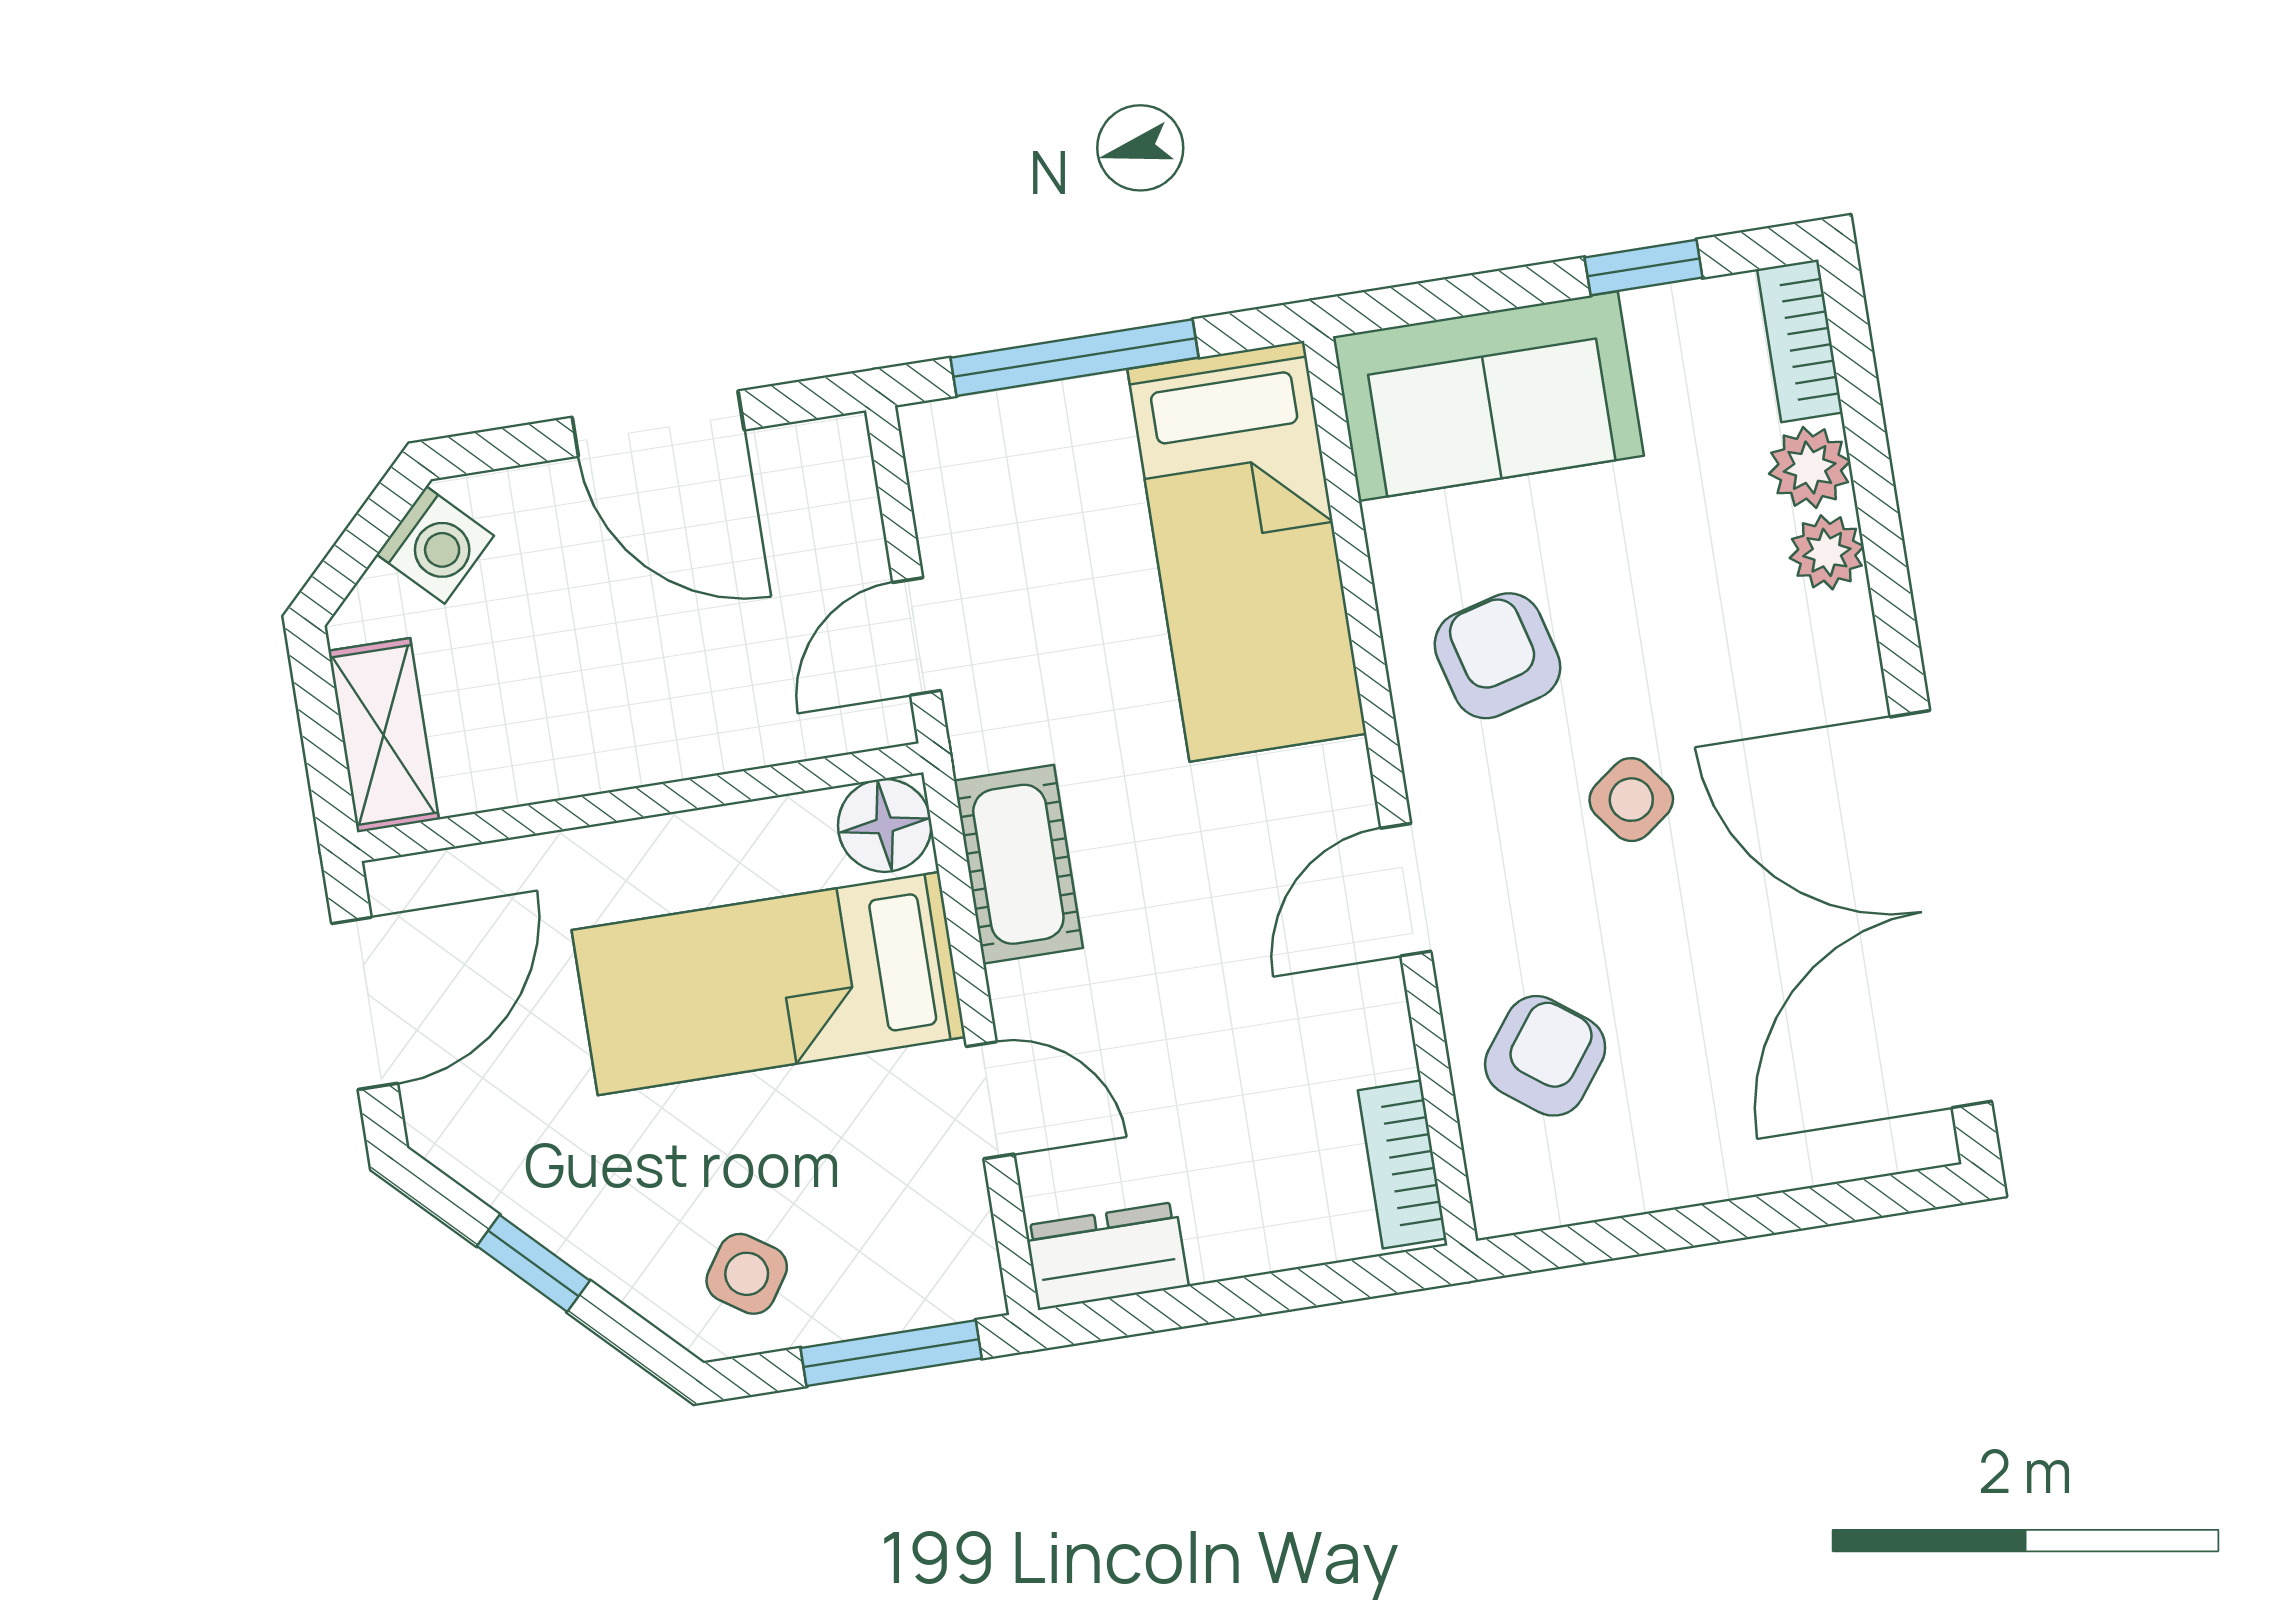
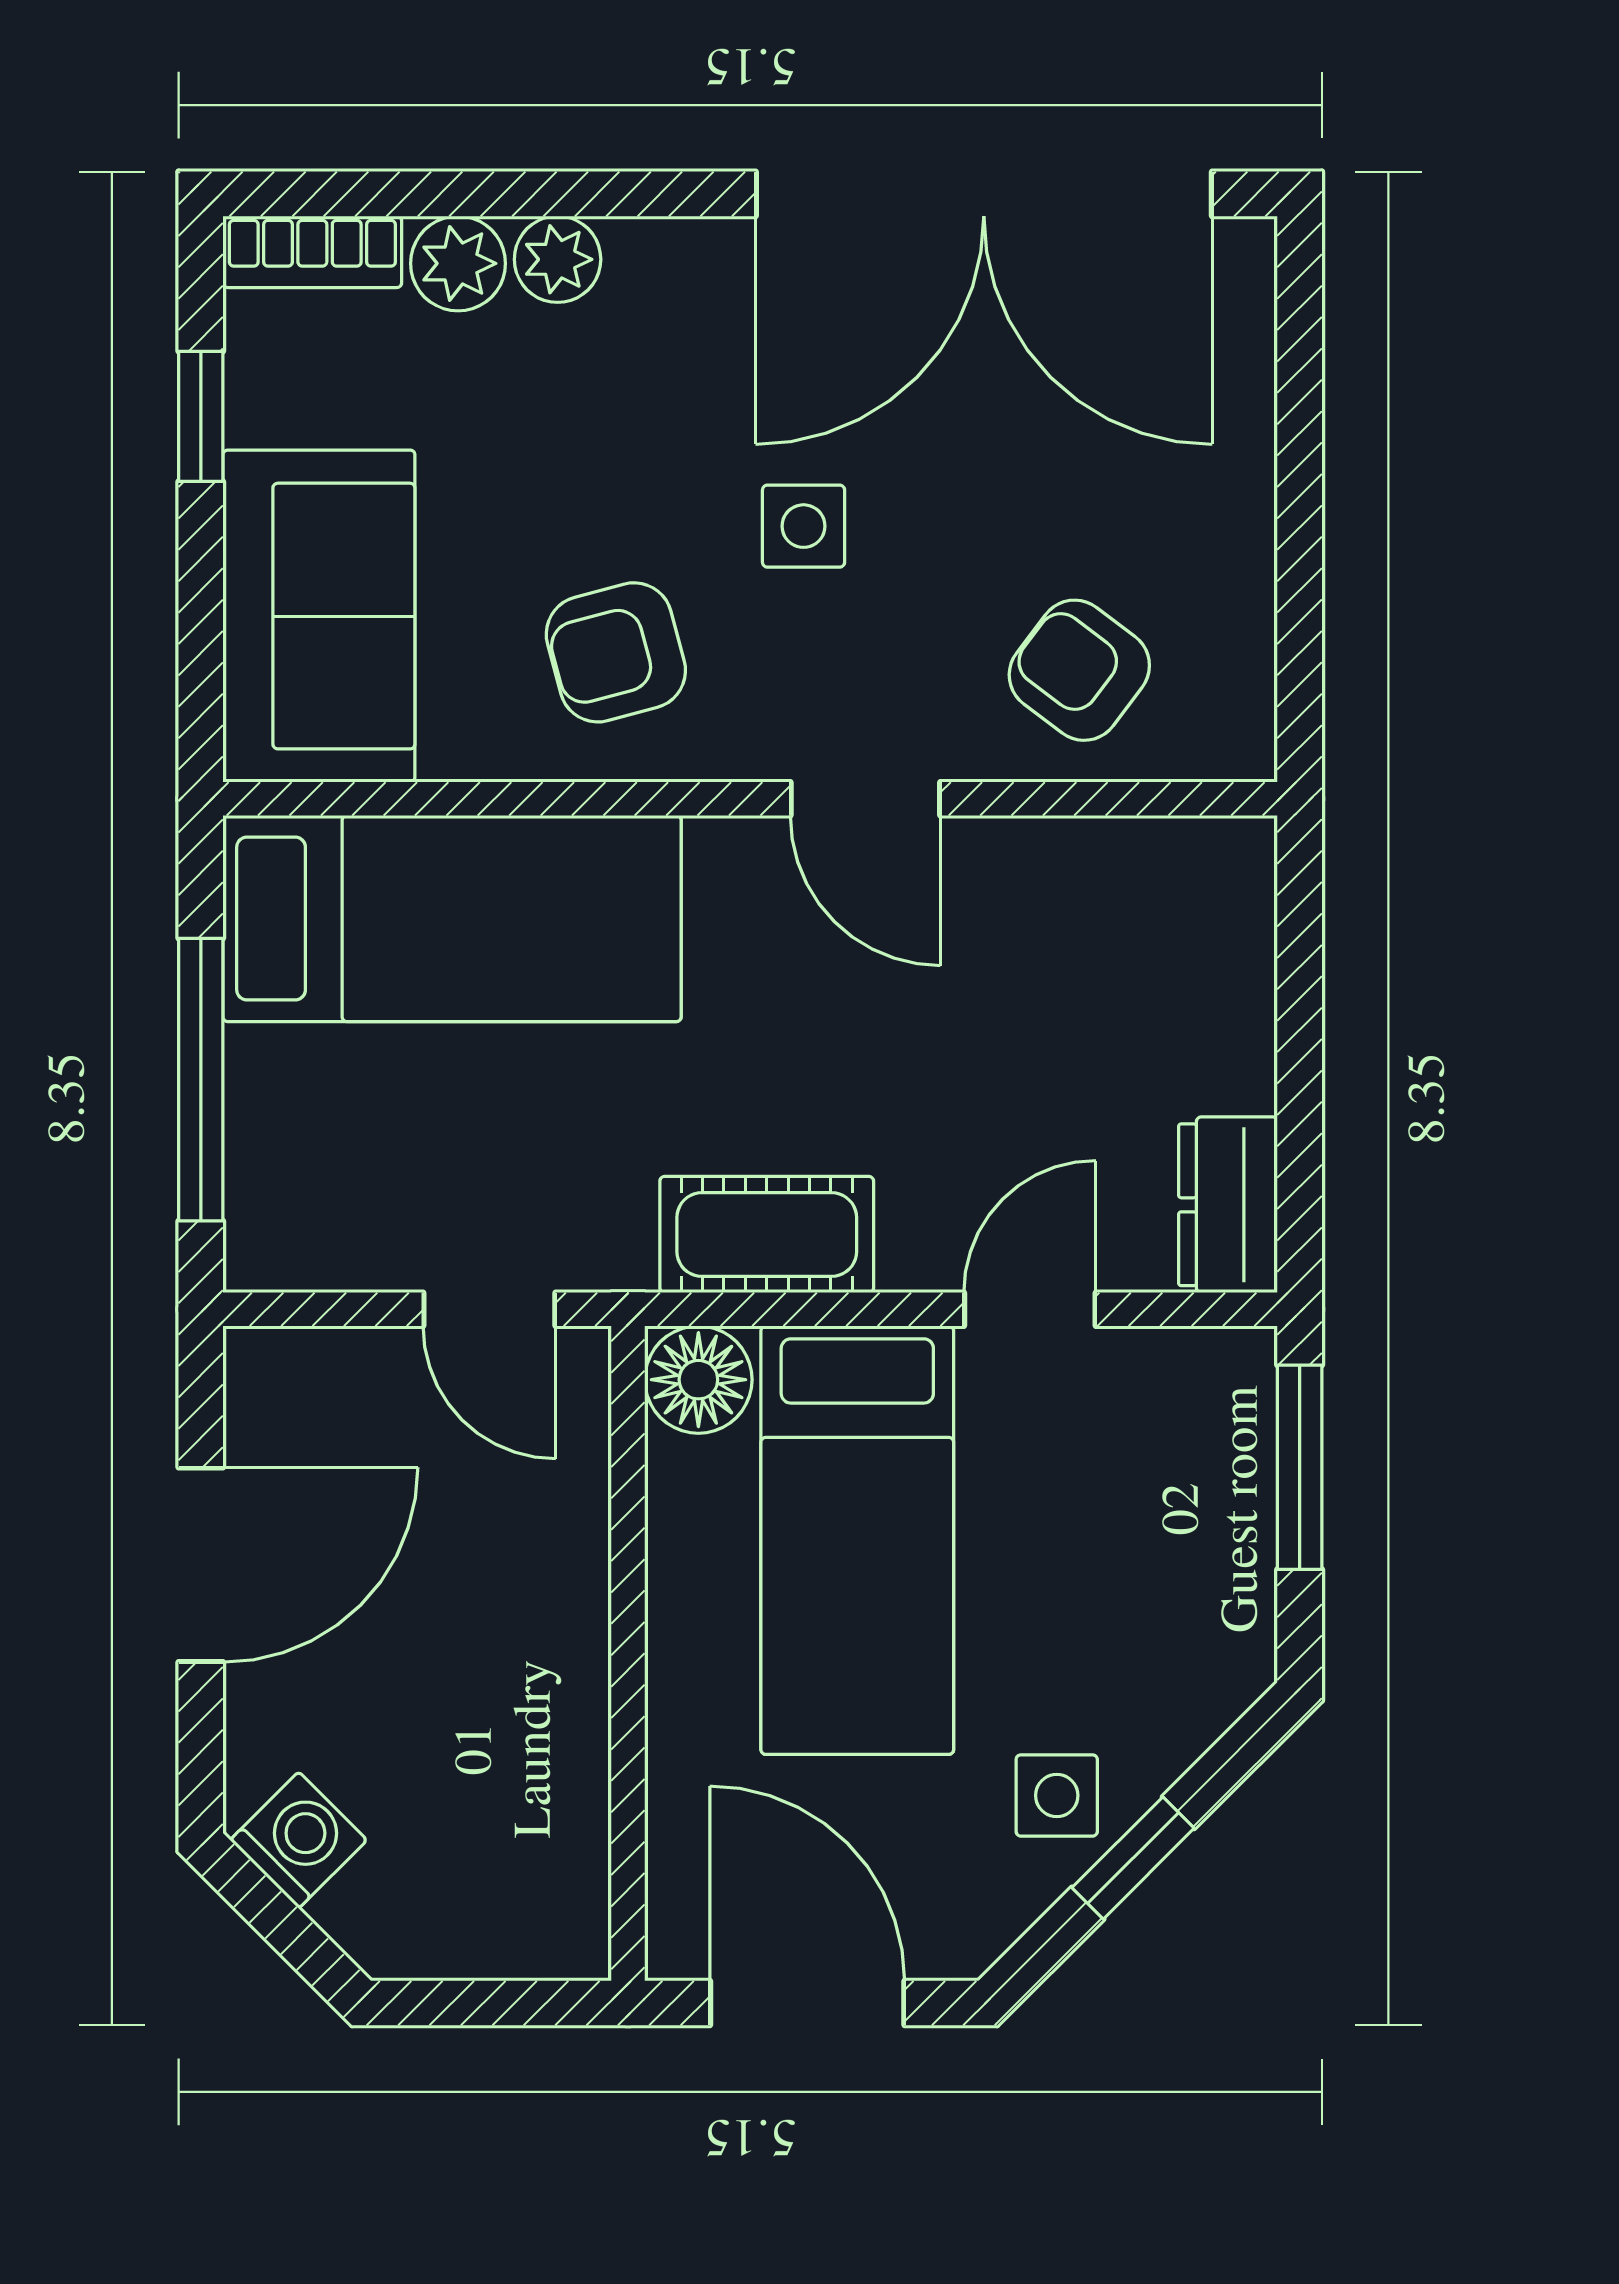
shelving: (384, 735) -> (506, 1933), removed
side table: (1631, 800) -> (804, 526), turned 37
bookcase: (1402, 1164) -> (1177, 852), removed
side table: (747, 1274) -> (1057, 1795), moved, turned -34

